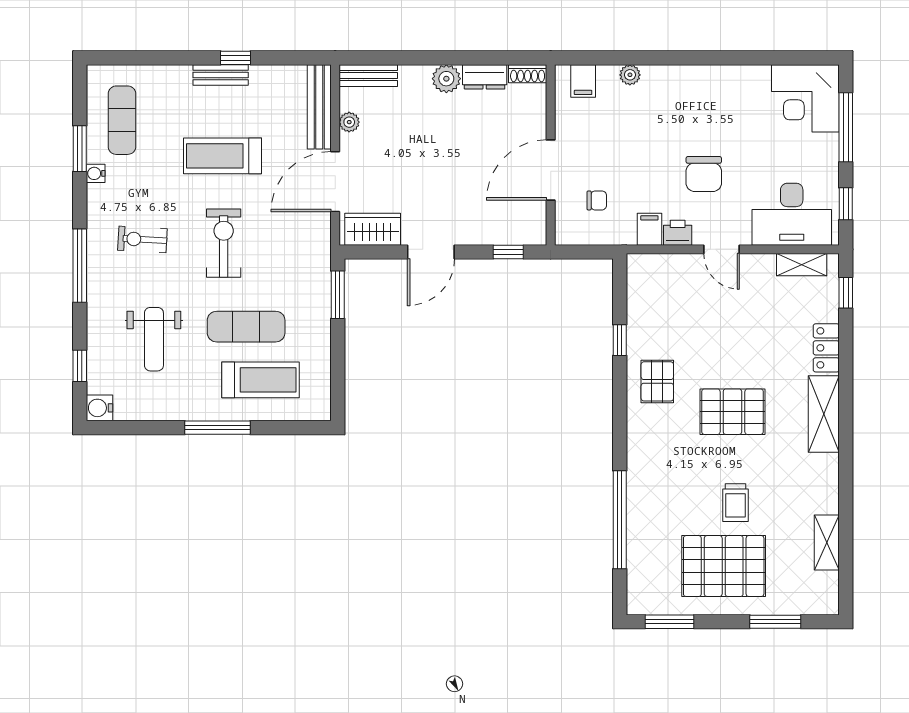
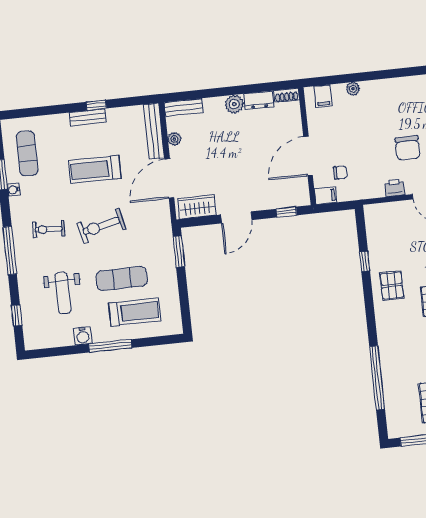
filing cabinet: (649, 229) -> (326, 196), moved, turned 90
exercise bike: (224, 243) -> (101, 226), turned -103
water cooler: (99, 408) -> (83, 336), moved, turned -90

